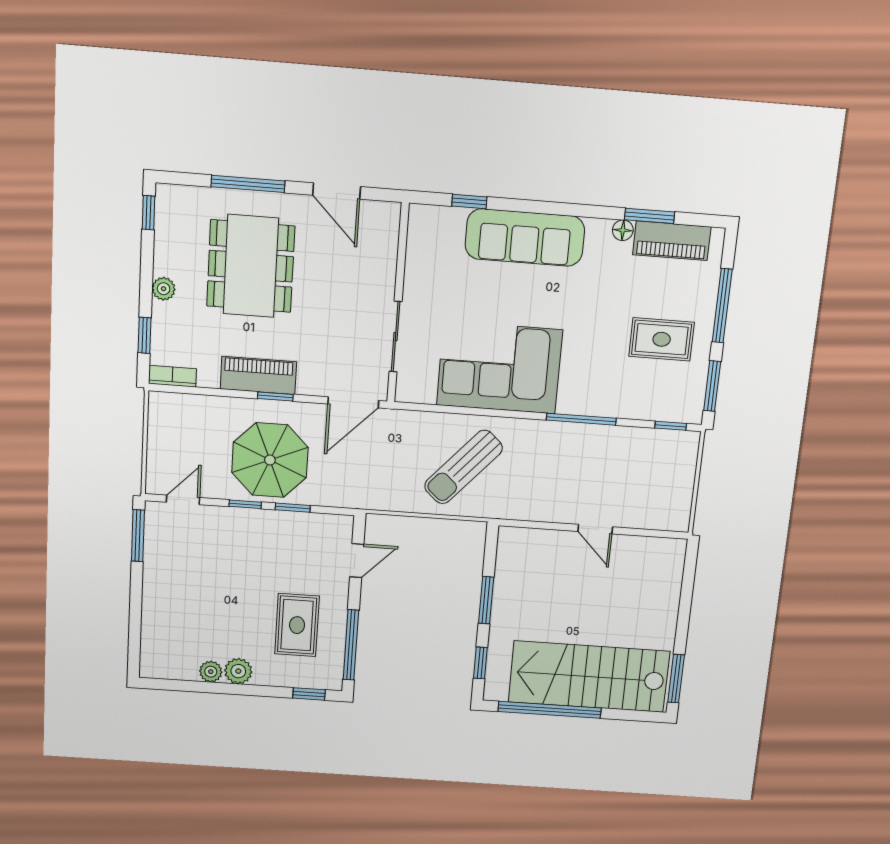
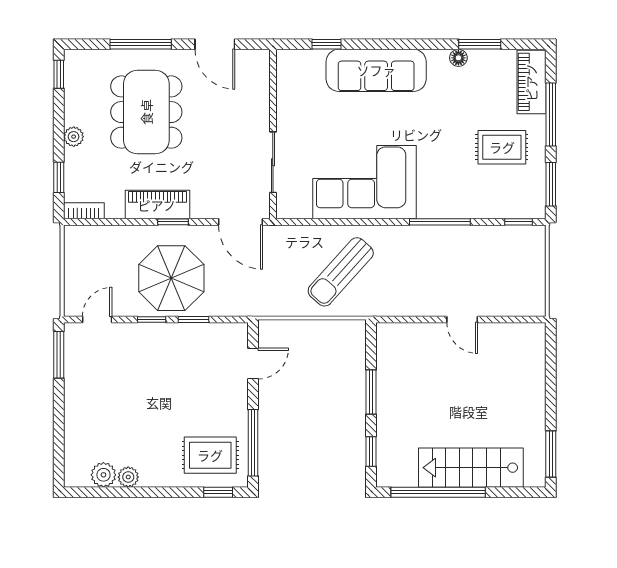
piano: (672, 241) -> (531, 82), moved, turned 90
door: (353, 402) -> (241, 222), hinge flipped
rug: (297, 625) -> (210, 455), moved, turned 90
plant: (238, 671) -> (103, 475), moved
stairs: (589, 677) -> (471, 468), width x0.73, depth x0.66

